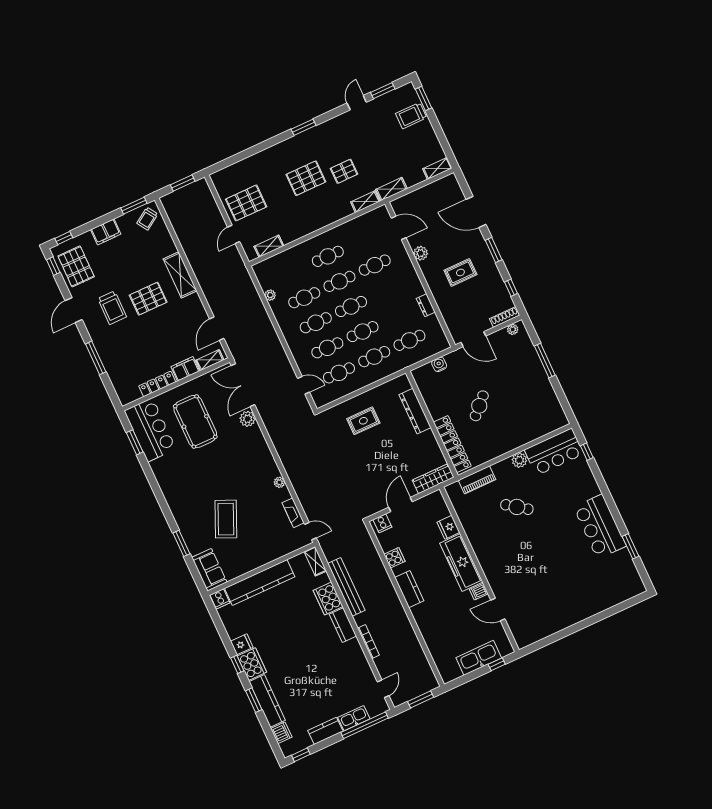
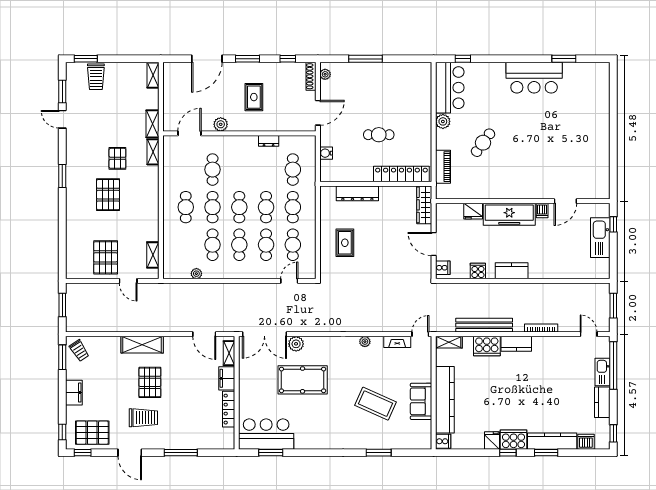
cafe table: (479, 406) -> (379, 135), turned -45
pool table: (195, 422) -> (303, 380), moved
sofa: (209, 570) -> (421, 401), moved, turned -90

